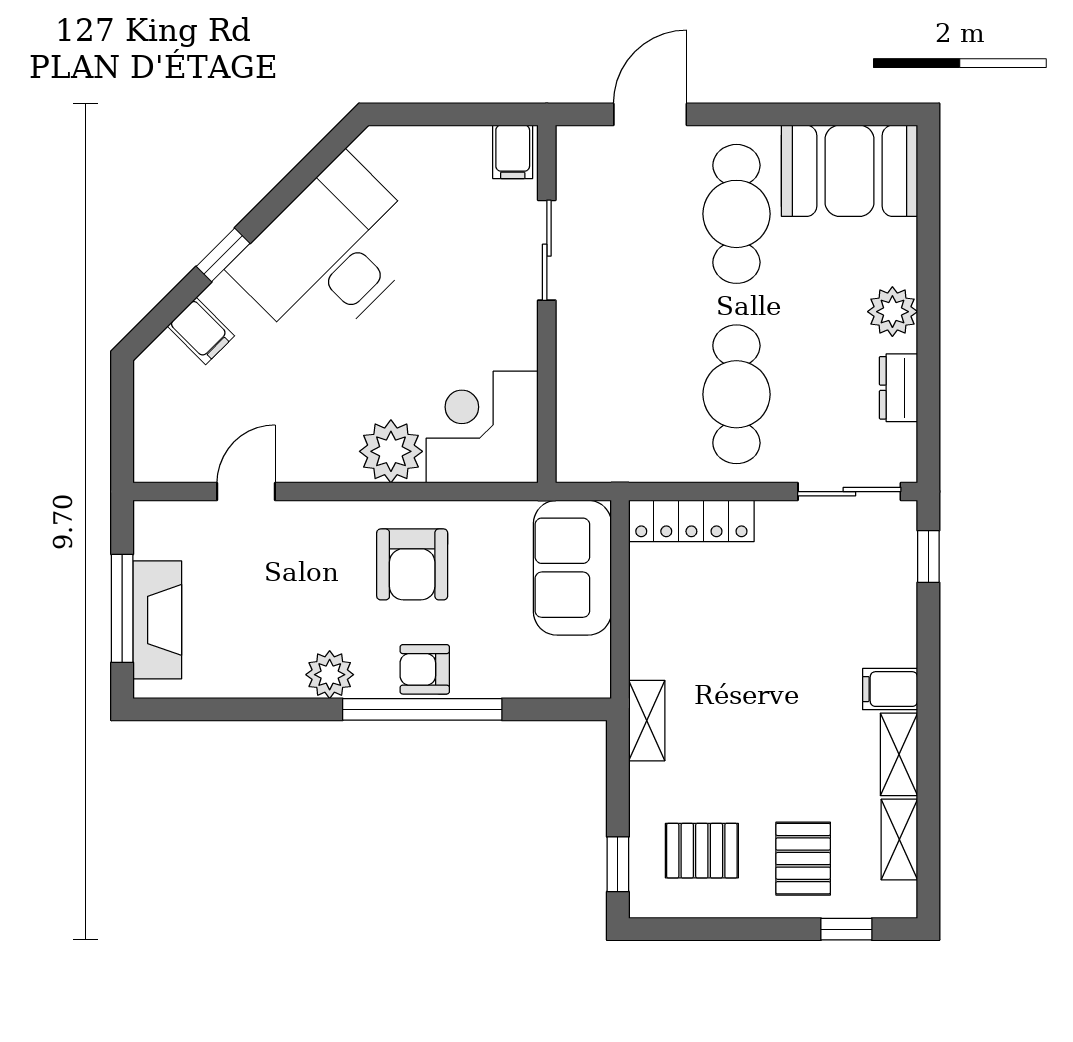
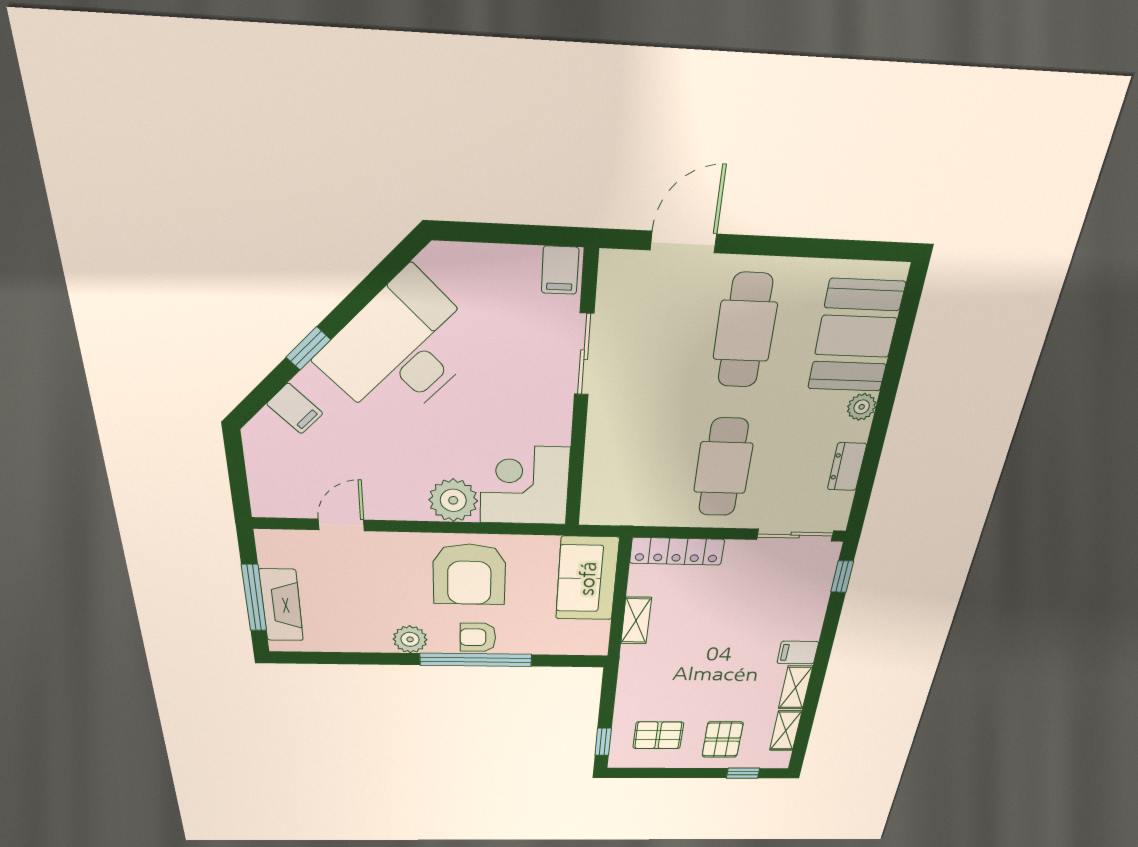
booth: (850, 171) -> (856, 336), moved, turned 90
plant: (892, 312) -> (862, 407), width x0.73, depth x0.73
armchair: (412, 564) -> (469, 575), width x1.36, depth x1.36
shelving: (647, 721) -> (636, 621), moved

